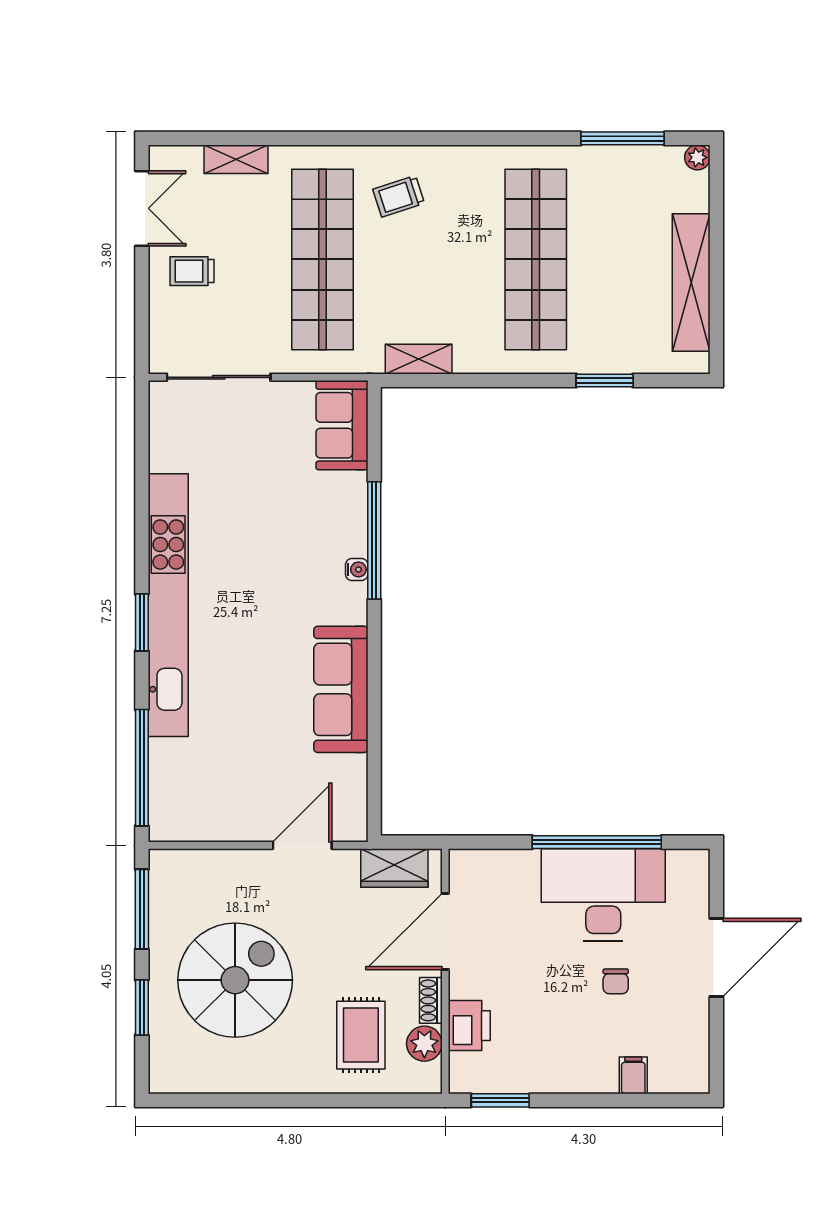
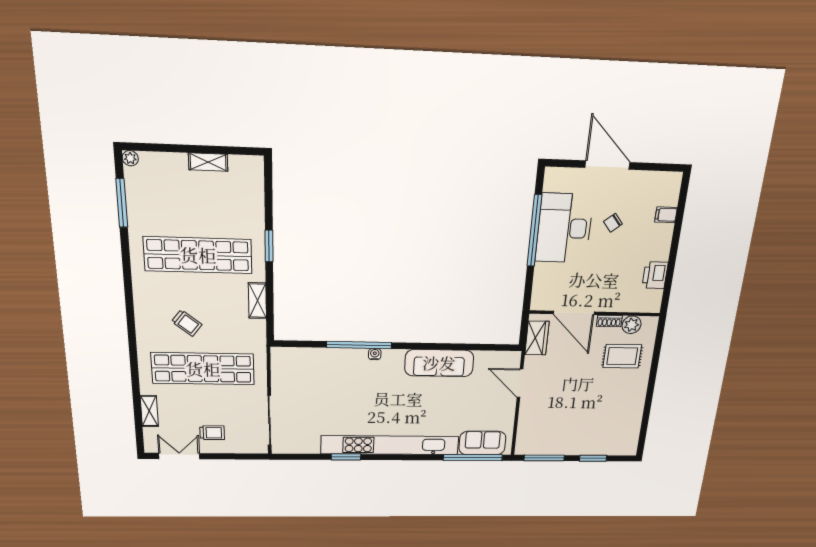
trolley: (399, 196) -> (187, 323), moved, turned -34
trolley: (192, 271) -> (212, 433), turned -90
shelving: (691, 283) -> (208, 162), width x0.45, depth x0.75
shelving: (419, 359) -> (257, 301), moved
window: (605, 380) -> (269, 246), moved
sofa: (342, 425) -> (482, 443), moved, turned 180
window: (142, 622) -> (346, 457), moved
spiral stairs: (235, 980) -> (585, 416), removed
chair: (616, 981) -> (613, 223), turned 141
printer: (469, 1026) -> (655, 275), moved, turned -90
window: (500, 1100) -> (668, 287), removed

